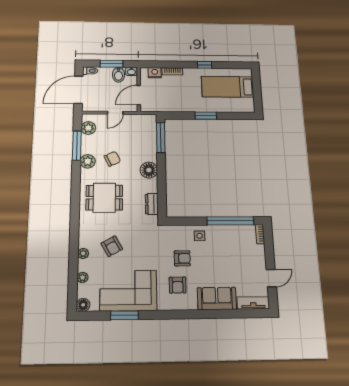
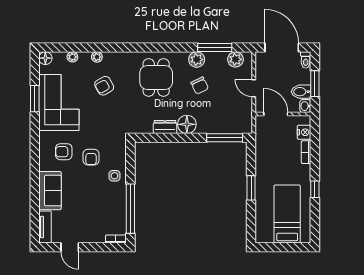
dresser: (152, 204) -> (165, 127), moved

